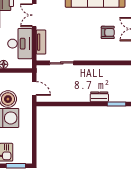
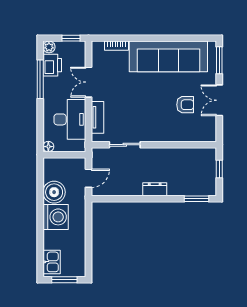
door: (34, 88) -> (88, 178), hinge flipped
dresser: (99, 97) -> (155, 189), moved

